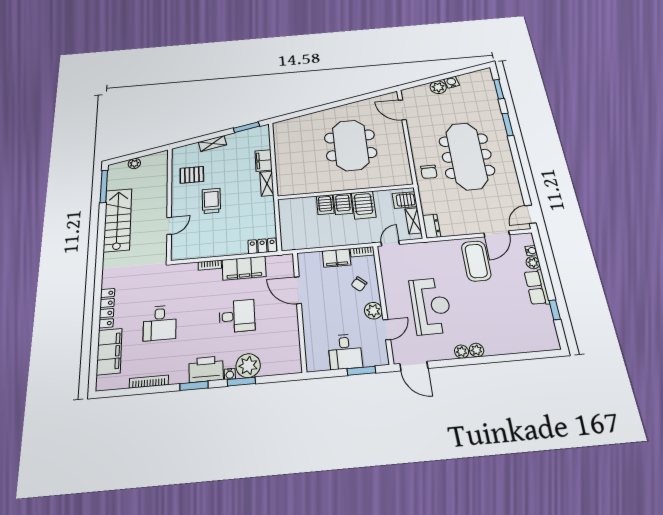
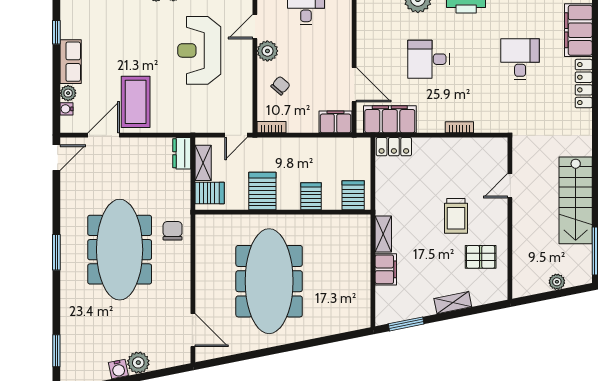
window: (508, 124) -> (56, 252), moved
meeting table: (351, 145) -> (269, 281), width x1.36
server rack: (343, 204) -> (353, 195), moved
filing cabinet: (336, 258) -> (336, 122), moved
filing cabinet: (244, 268) -> (390, 119), moved

